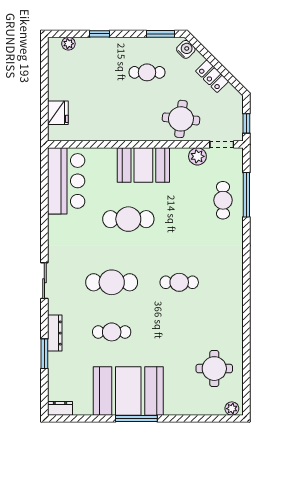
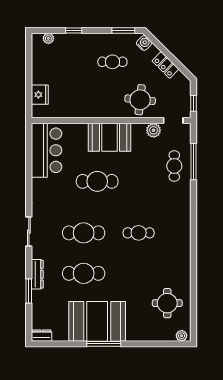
cafe table: (112, 332) -> (84, 273), width x1.37, depth x1.35

